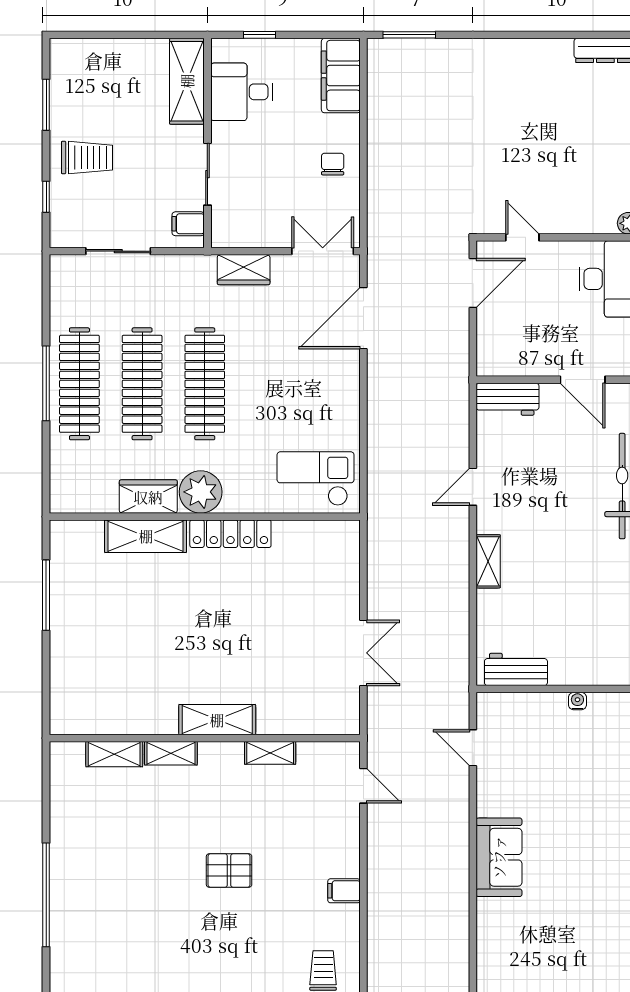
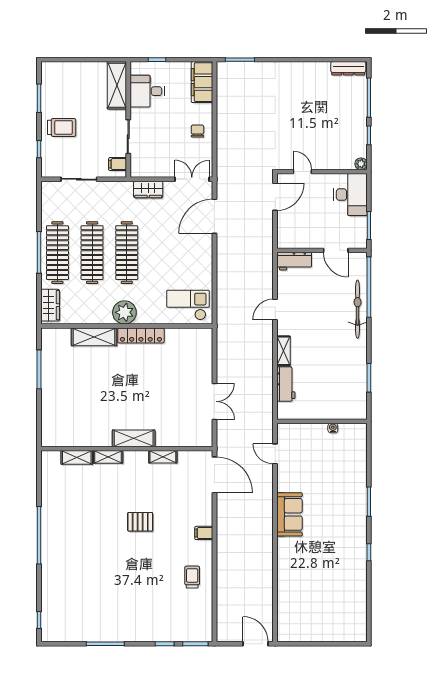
wardrobe: (148, 497) -> (50, 305), moved, turned 90
workbench: (516, 669) -> (286, 384), moved, turned 90
door: (363, 786) -> (214, 475), width x1.87

